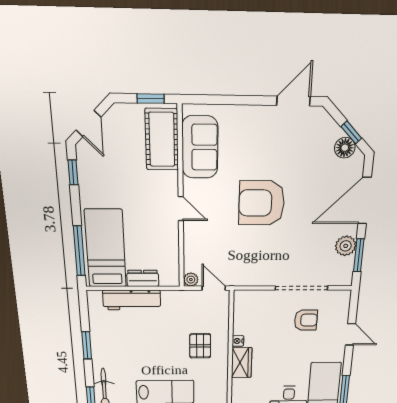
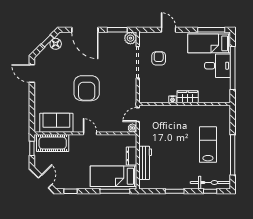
door: (88, 124) -> (45, 181), hinge flipped
door: (181, 209) -> (90, 133), hinge flipped
plant: (346, 246) -> (130, 38), moved
door: (350, 334) -> (169, 30), hinge flipped
pallet: (200, 346) -> (176, 123), removed

